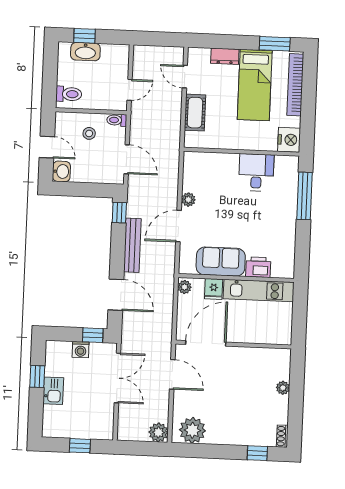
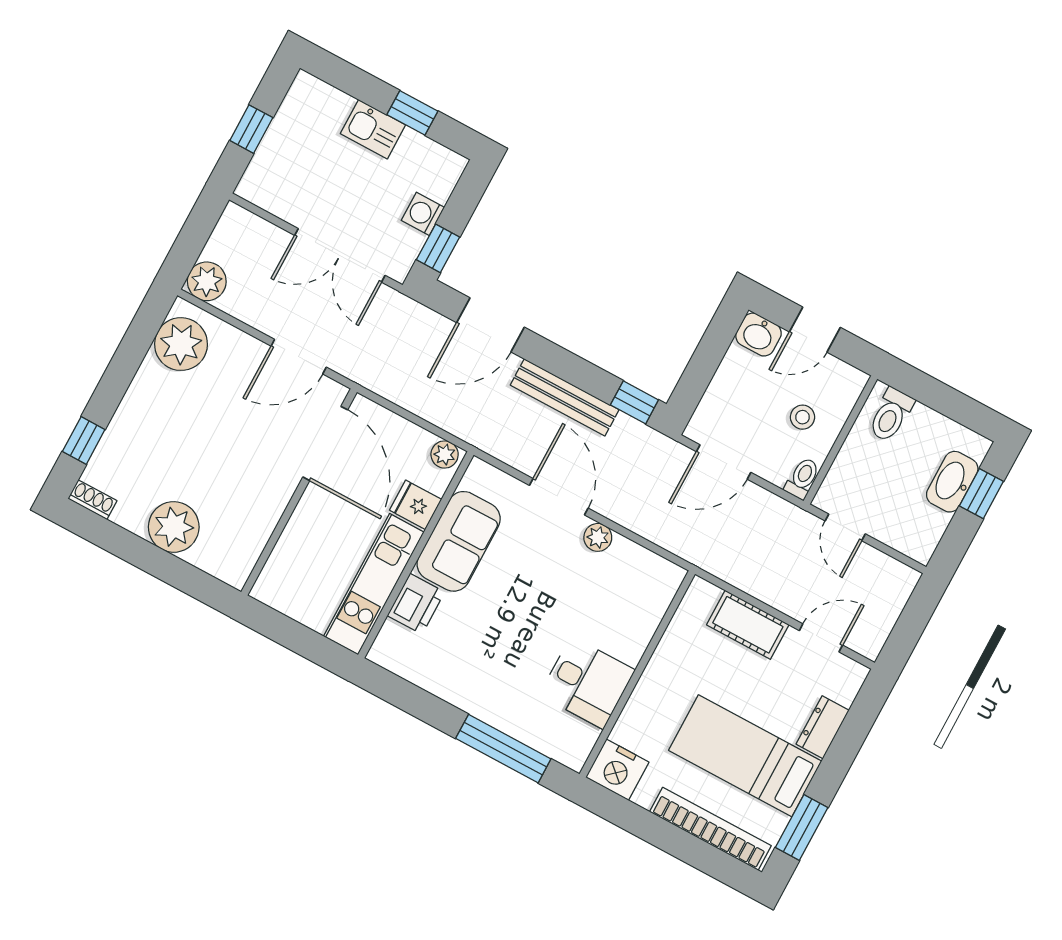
plant: (283, 388) -> (174, 527), width x1.88, depth x1.88

